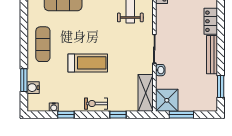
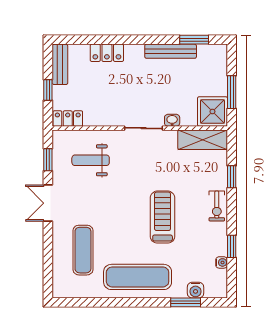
exercise mat: (43, 44) -> (138, 277), width x1.36, depth x1.45
bench: (212, 55) -> (171, 51), moved

